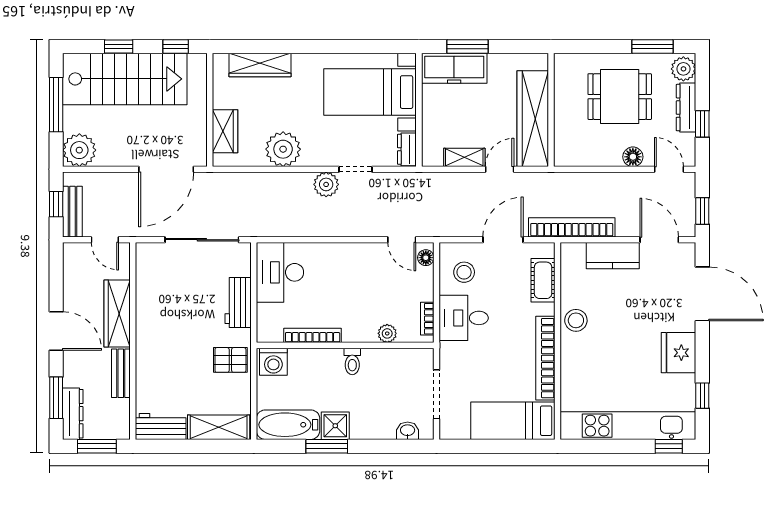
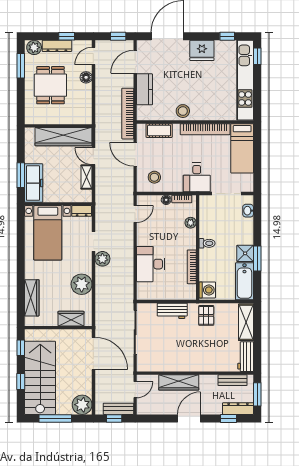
floor lamp: (426, 258) -> (166, 200), moved
desk: (280, 272) -> (151, 264), moved, turned 90
desk: (464, 318) -> (197, 177), moved
bench: (121, 373) -> (233, 380), moved
window: (56, 398) -> (229, 418), width x0.67

